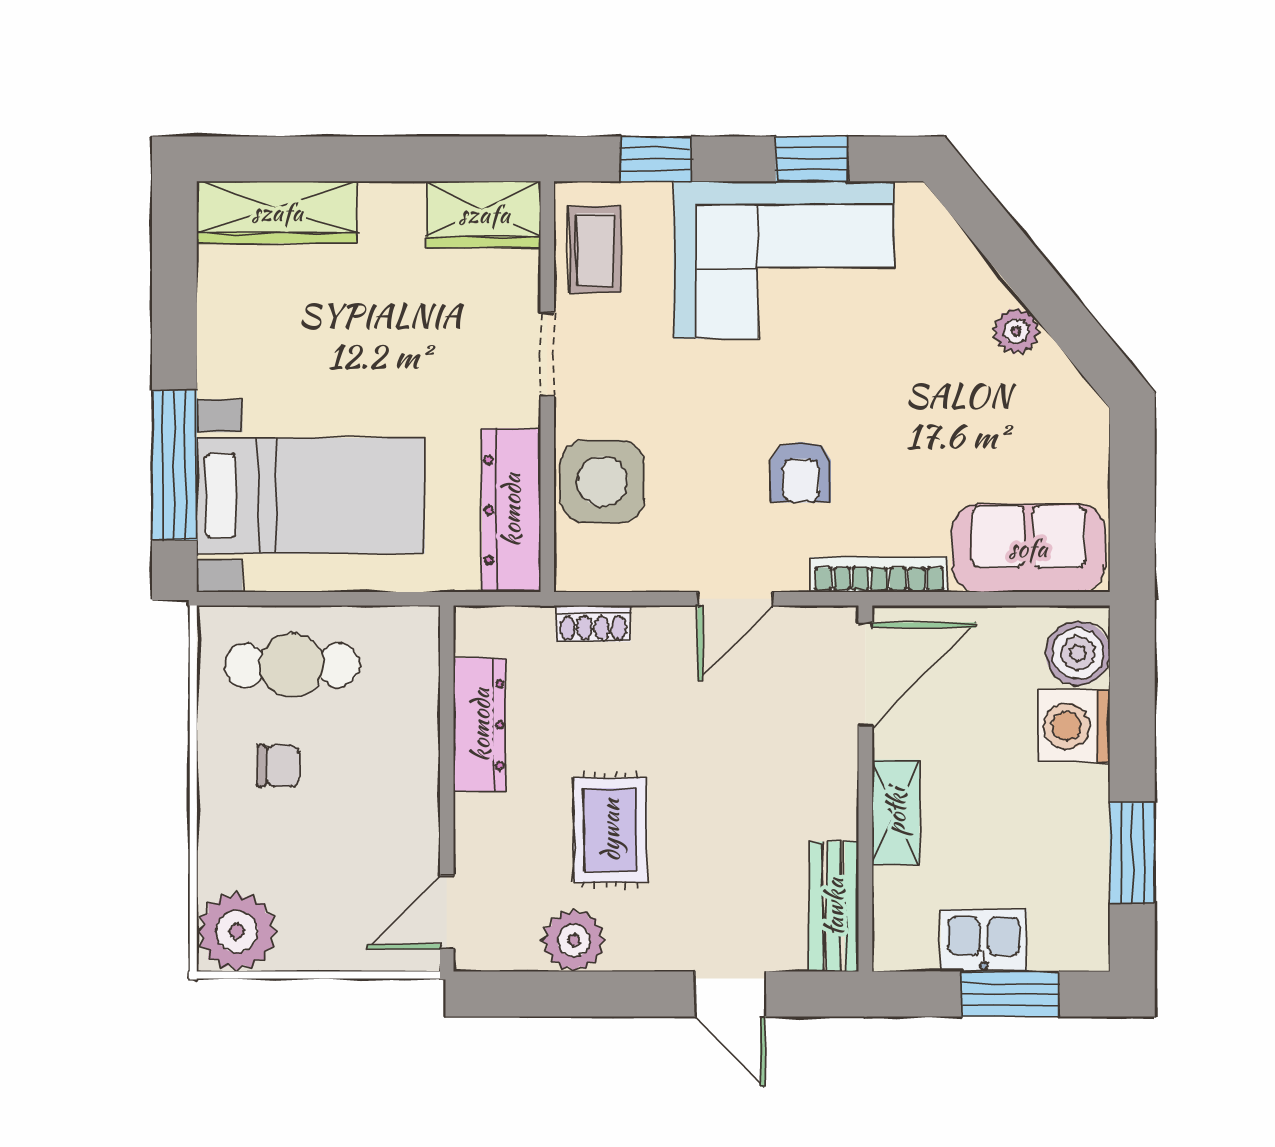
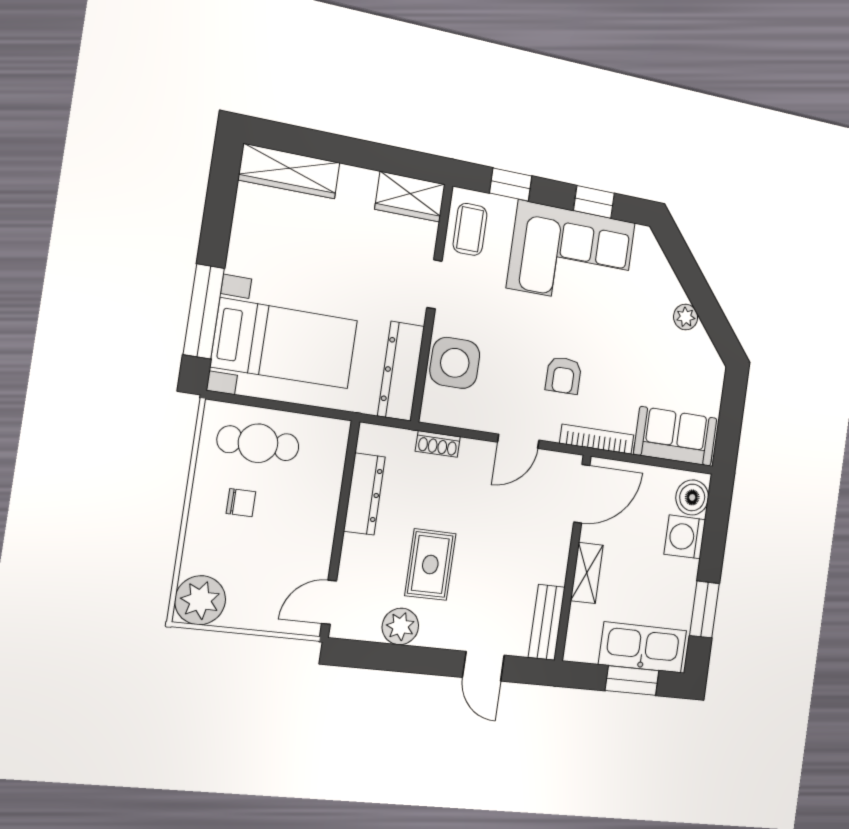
kitchen sink: (984, 940) -> (643, 647), width x1.88, depth x1.24

